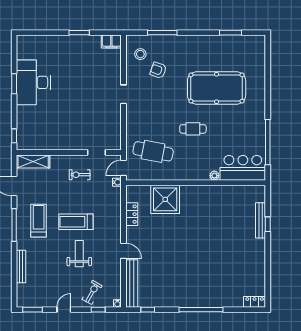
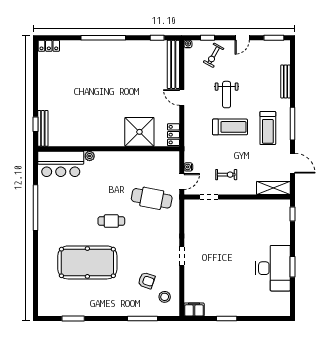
bar counter: (243, 168) -> (61, 164), moved
plant: (214, 176) -> (90, 156), moved
wall: (196, 183) -> (109, 149), moved
shower: (165, 199) -> (139, 132), moved

